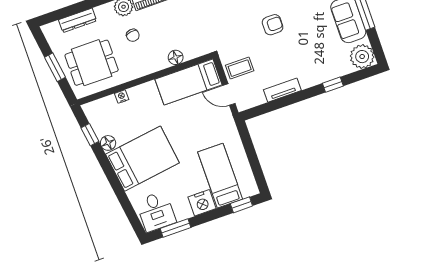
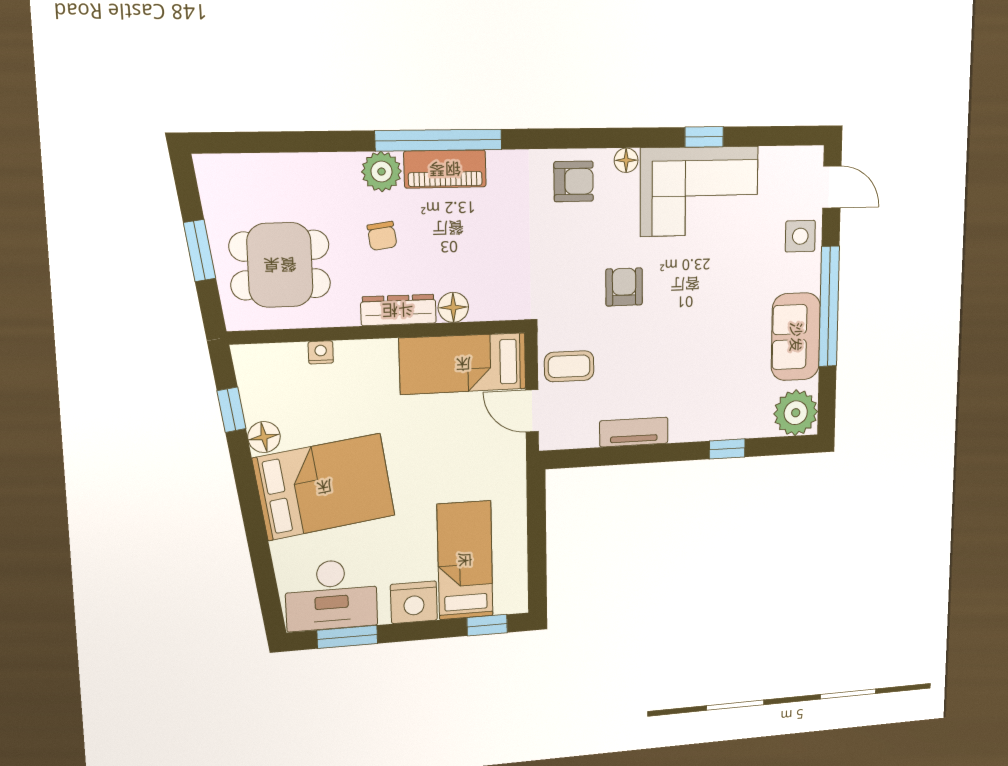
dresser: (78, 20) -> (398, 310), moved, turned 180
armchair: (273, 25) -> (624, 287), moved, turned -90
desk: (156, 211) -> (331, 595), width x1.37

